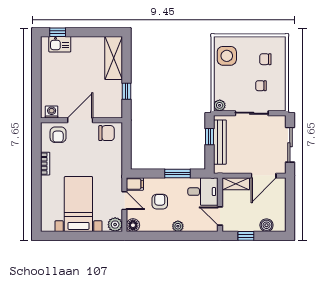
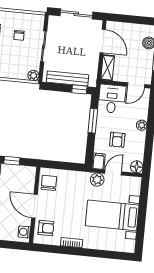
window: (210, 137) -> (79, 89), moved
armchair: (160, 202) -> (117, 140), turned -90
plant: (115, 225) -> (97, 180), moved

